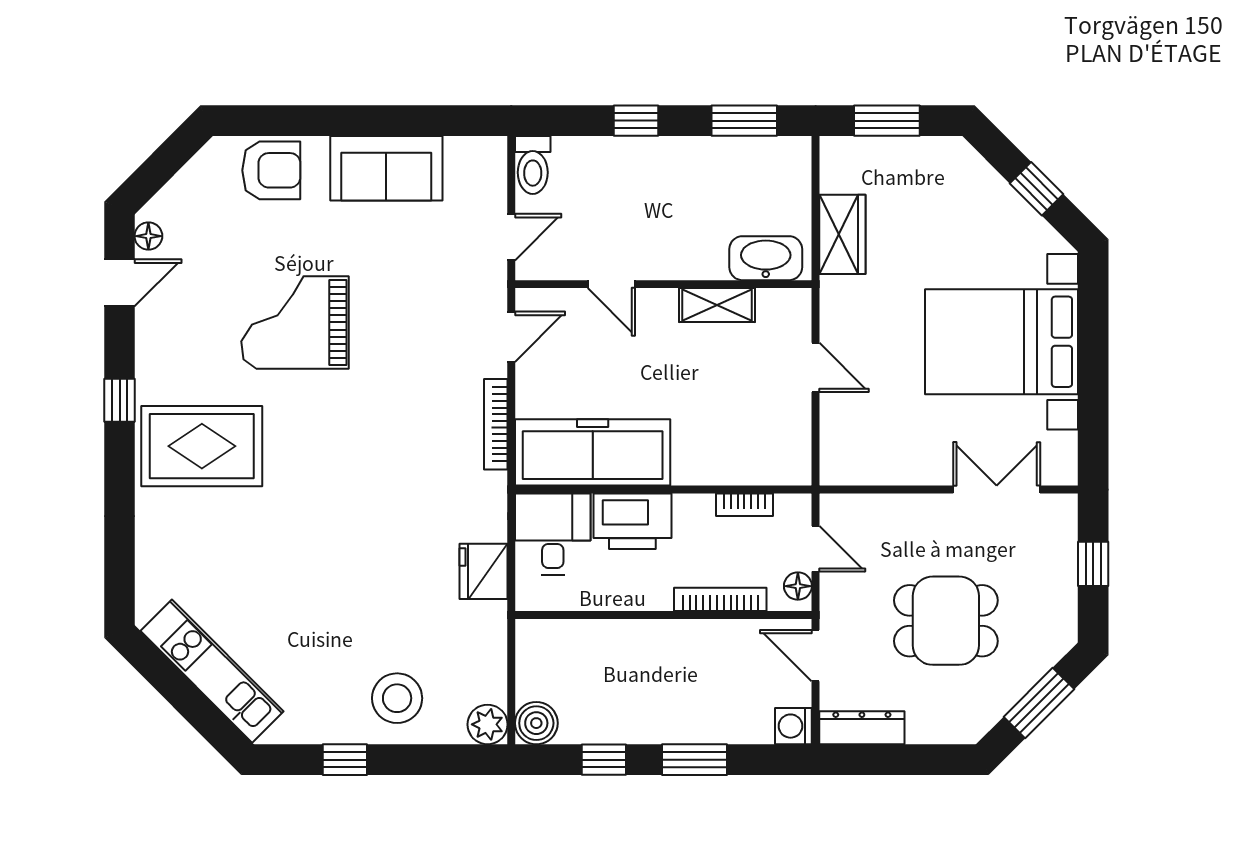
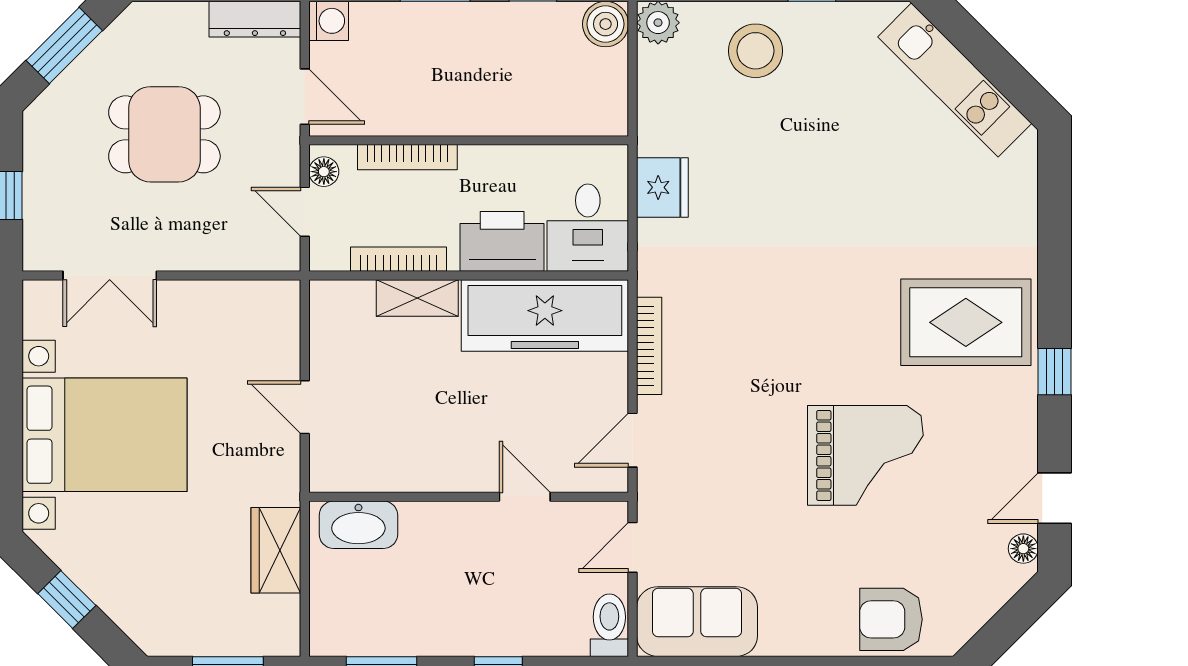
sofa: (386, 168) -> (697, 622), moved
shelving: (717, 305) -> (417, 298), moved
bookcase: (744, 505) -> (399, 259), width x1.56

